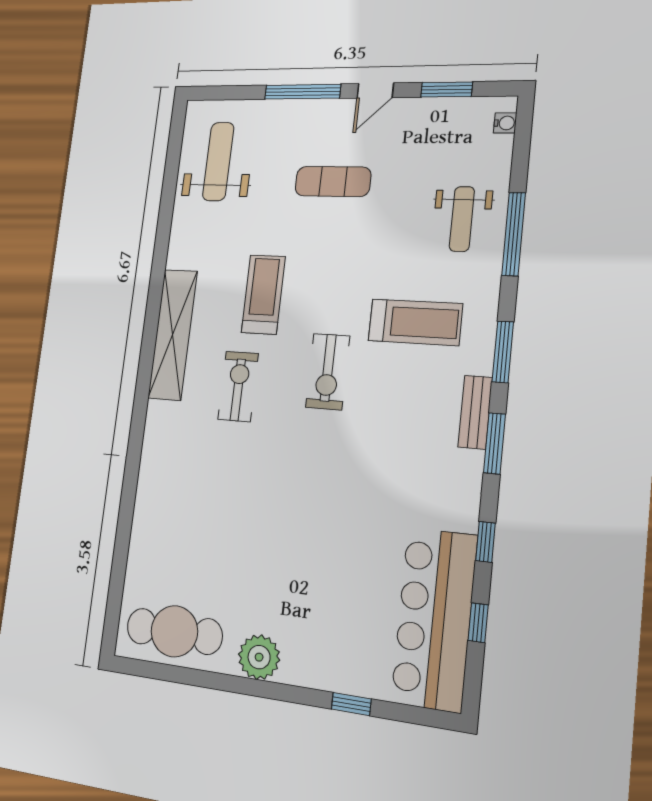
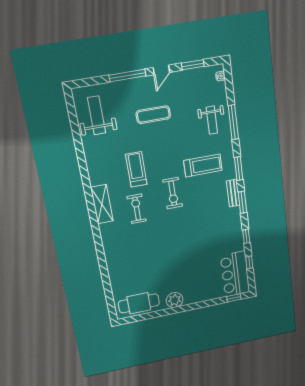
shelving: (173, 334) -> (102, 204), width x0.68
bar counter: (434, 619) -> (235, 274), width x0.73
window: (351, 704) -> (234, 298), moved

